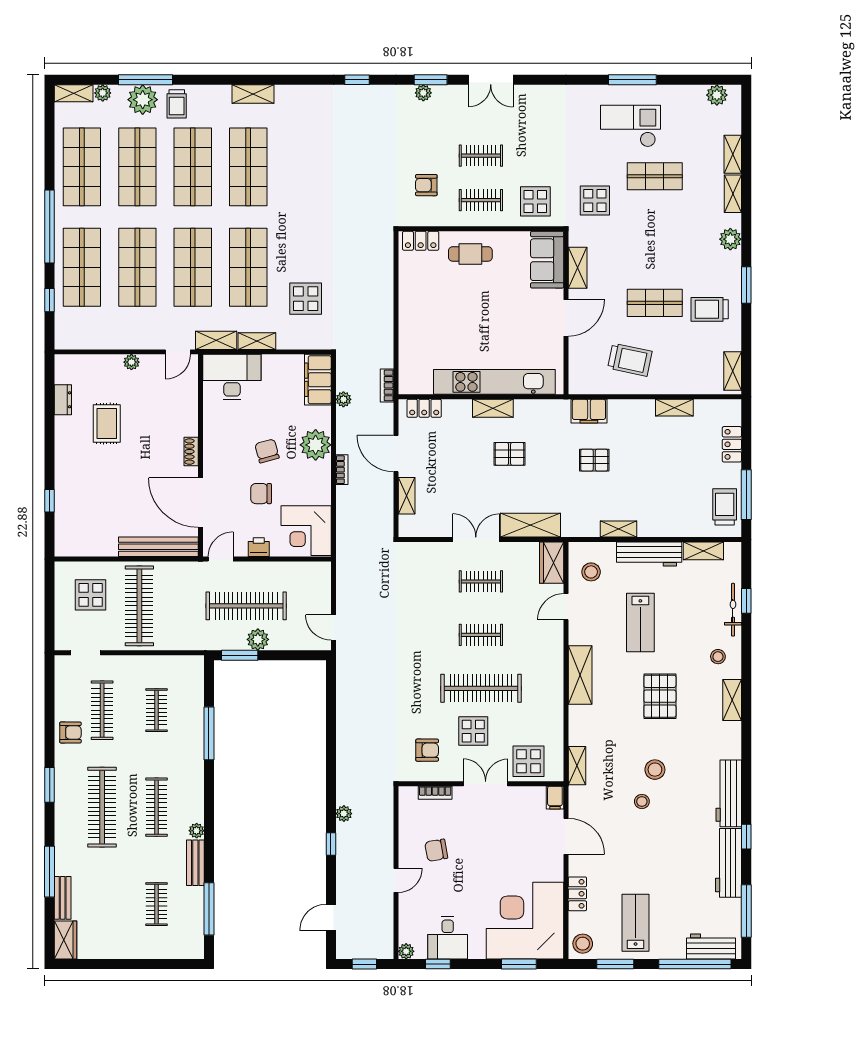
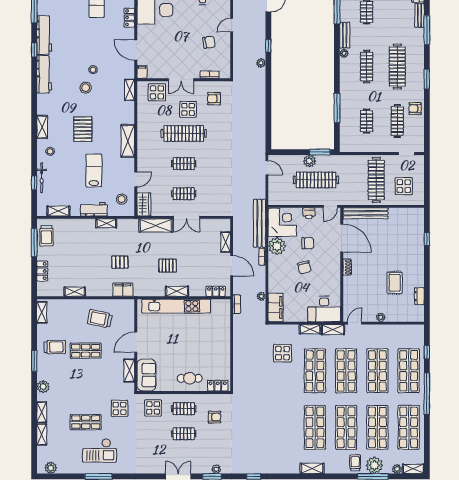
plant: (316, 445) -> (277, 246), moved
bench: (346, 529) -> (260, 223), added
workbench: (649, 554) -> (94, 209), width x0.73

